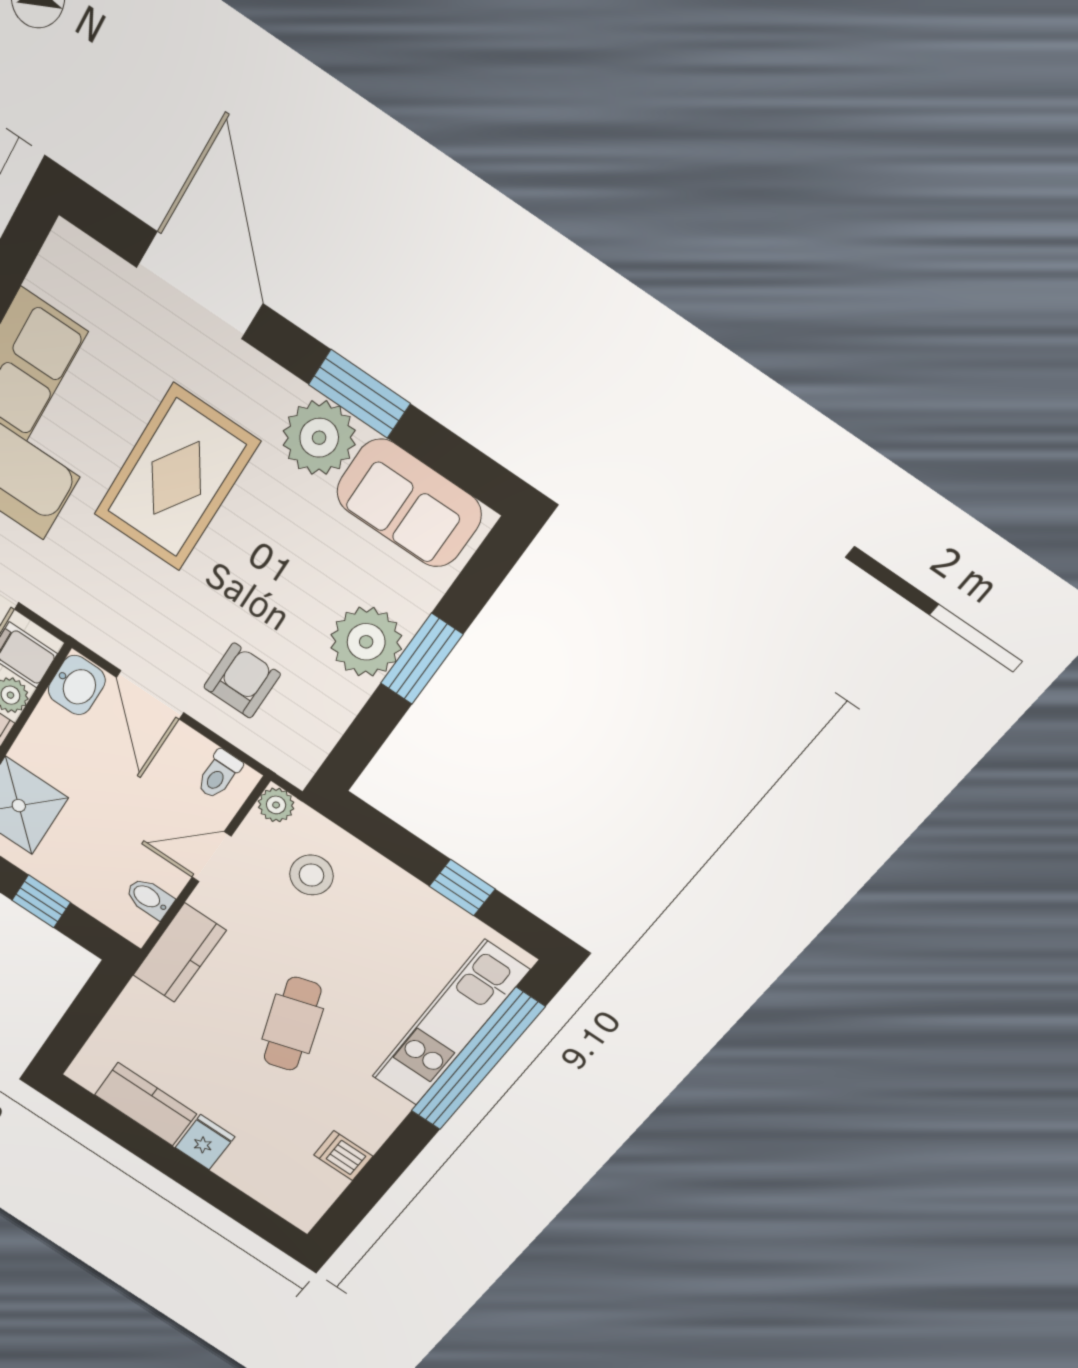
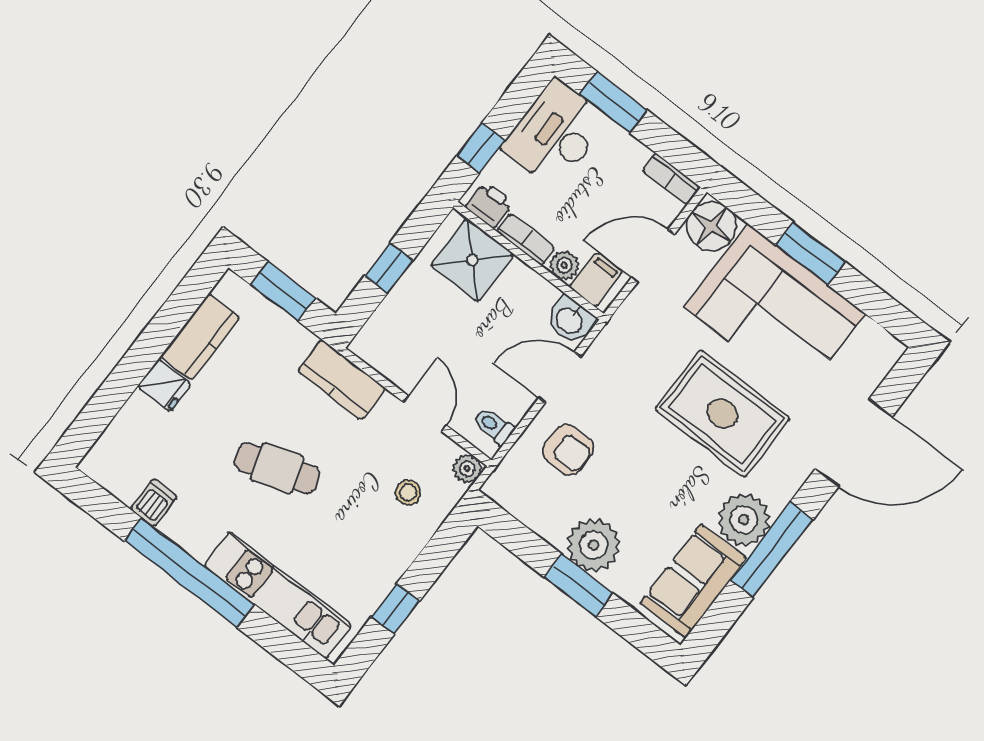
window: (359, 394) -> (772, 550), width x1.44
stool: (311, 875) -> (408, 492), width x0.73, depth x0.73
bidet: (149, 898) -> (390, 360), removed
window: (83, 1017) -> (283, 291), added
window: (477, 1060) -> (189, 573), moved

